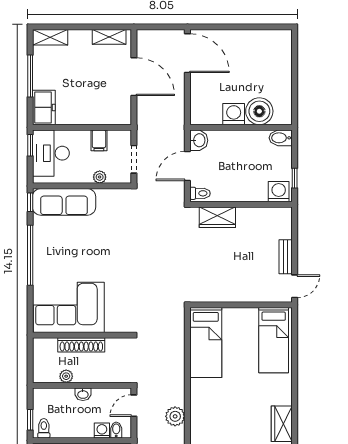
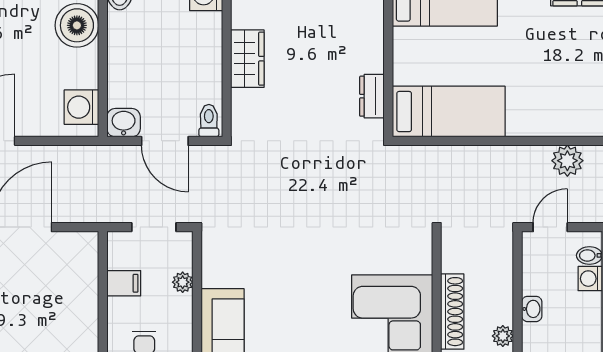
washing machine: (234, 114) -> (81, 107), moved
wardrobe: (217, 217) -> (247, 59), moved
dresser: (215, 295) -> (372, 96), added
door: (134, 406) -> (550, 227), swing flipped

